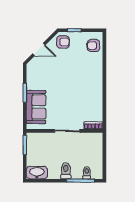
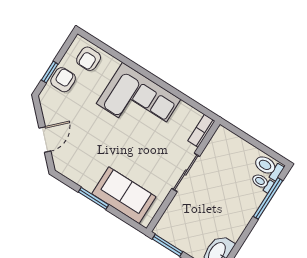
armchair: (63, 42) -> (63, 80), moved
corner sofa: (88, 84) -> (139, 101), added
toilet: (66, 171) -> (268, 167), moved

